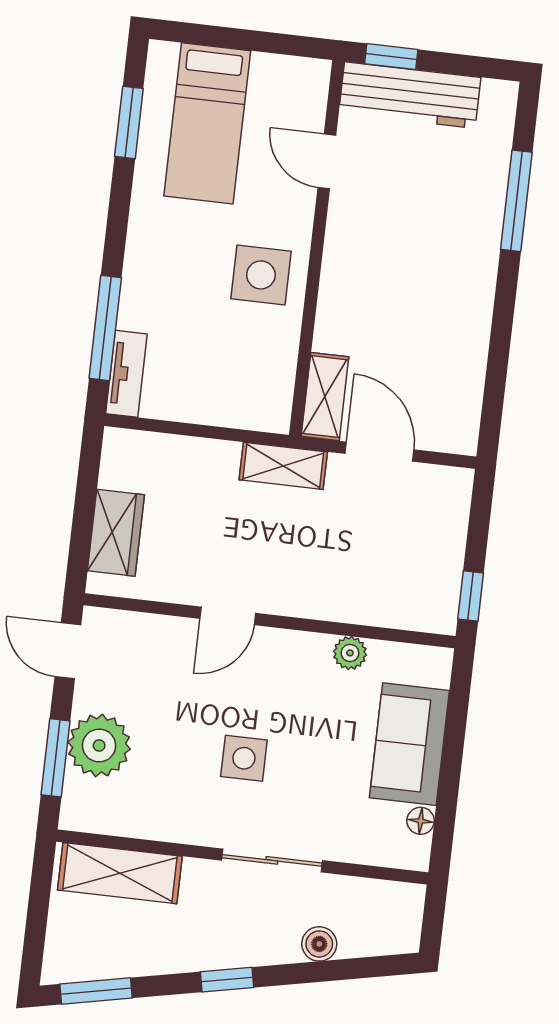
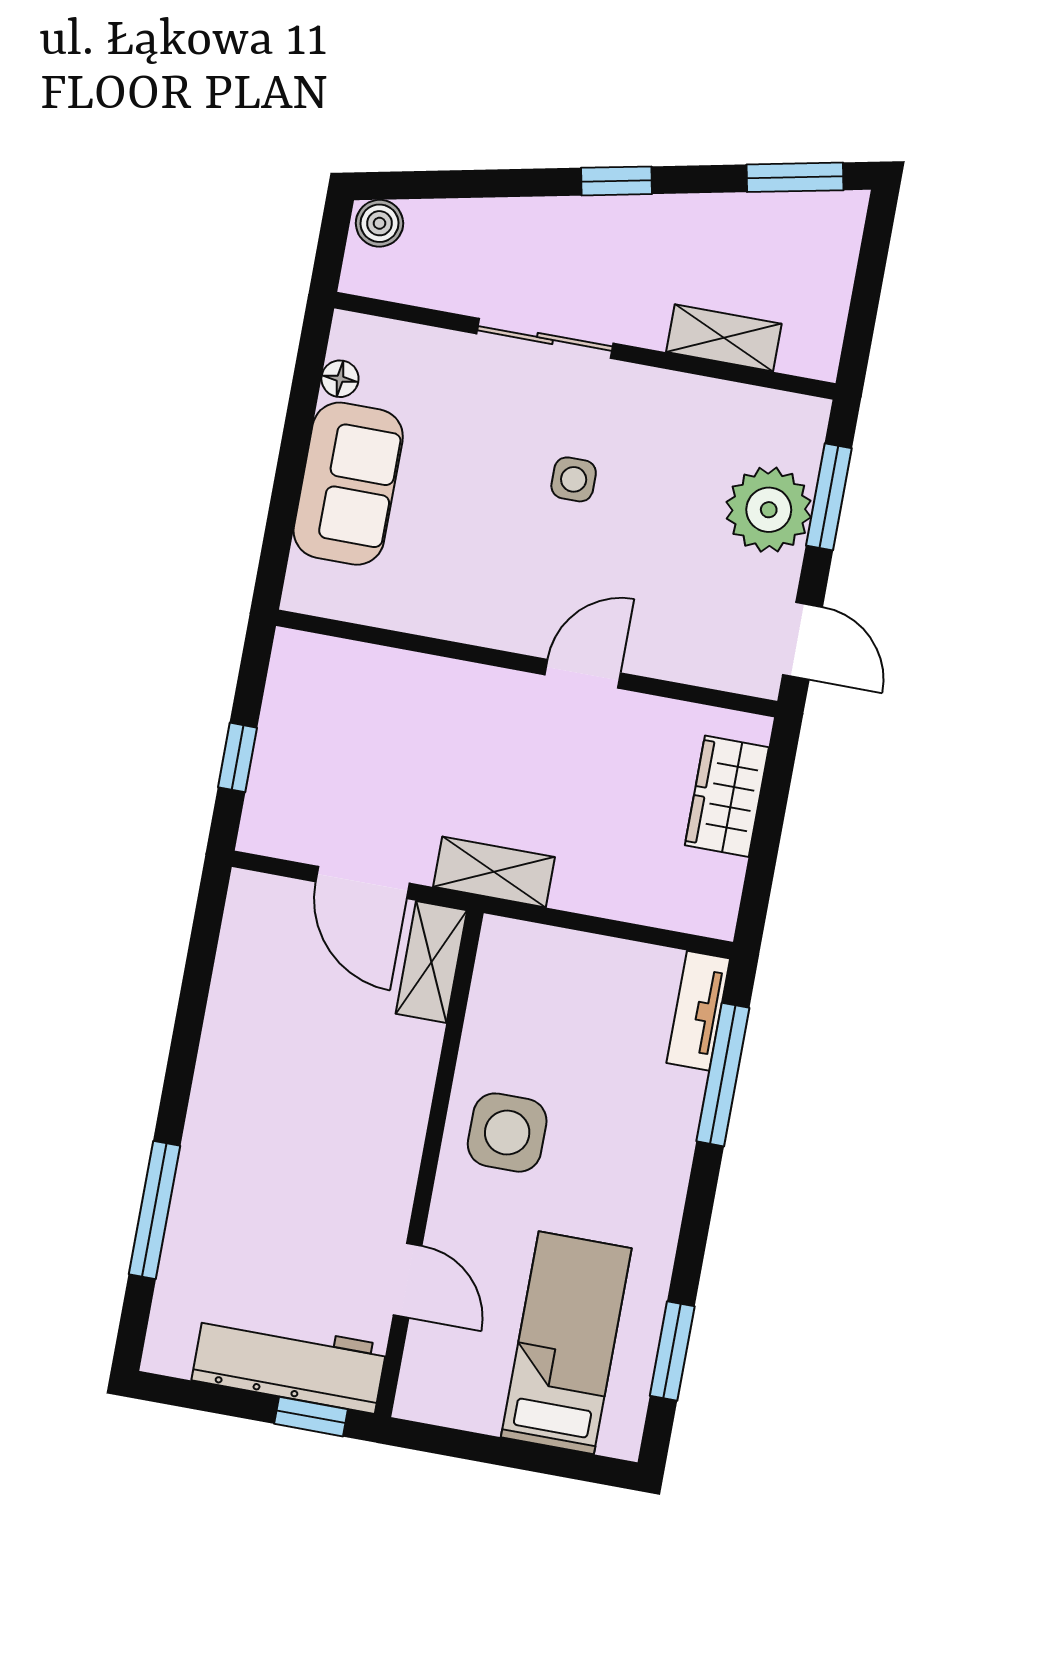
window: (471, 596) -> (238, 757), moved
plant: (350, 653) -> (421, 612), removed
side table: (244, 758) -> (574, 479), width x0.73, depth x0.73
shelving: (120, 873) -> (724, 338), width x0.67, depth x0.75
boiler: (319, 944) -> (379, 223), moved

